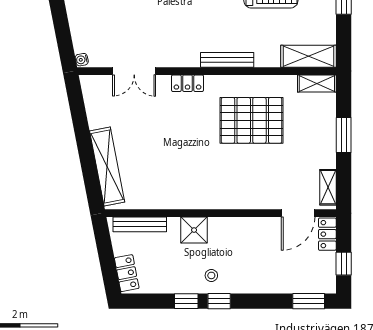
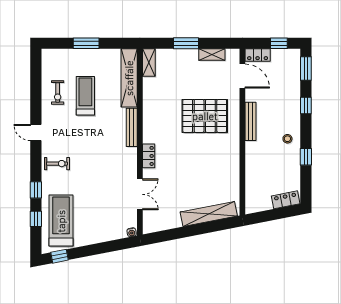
shelving: (308, 56) -> (129, 78), width x1.47
pallet: (252, 120) -> (205, 116), moved, turned 90
shelving: (328, 187) -> (212, 55), moved
bench: (140, 224) -> (250, 121), moved
shower: (194, 230) -> (255, 151), removed
window: (219, 301) -> (306, 105), moved

